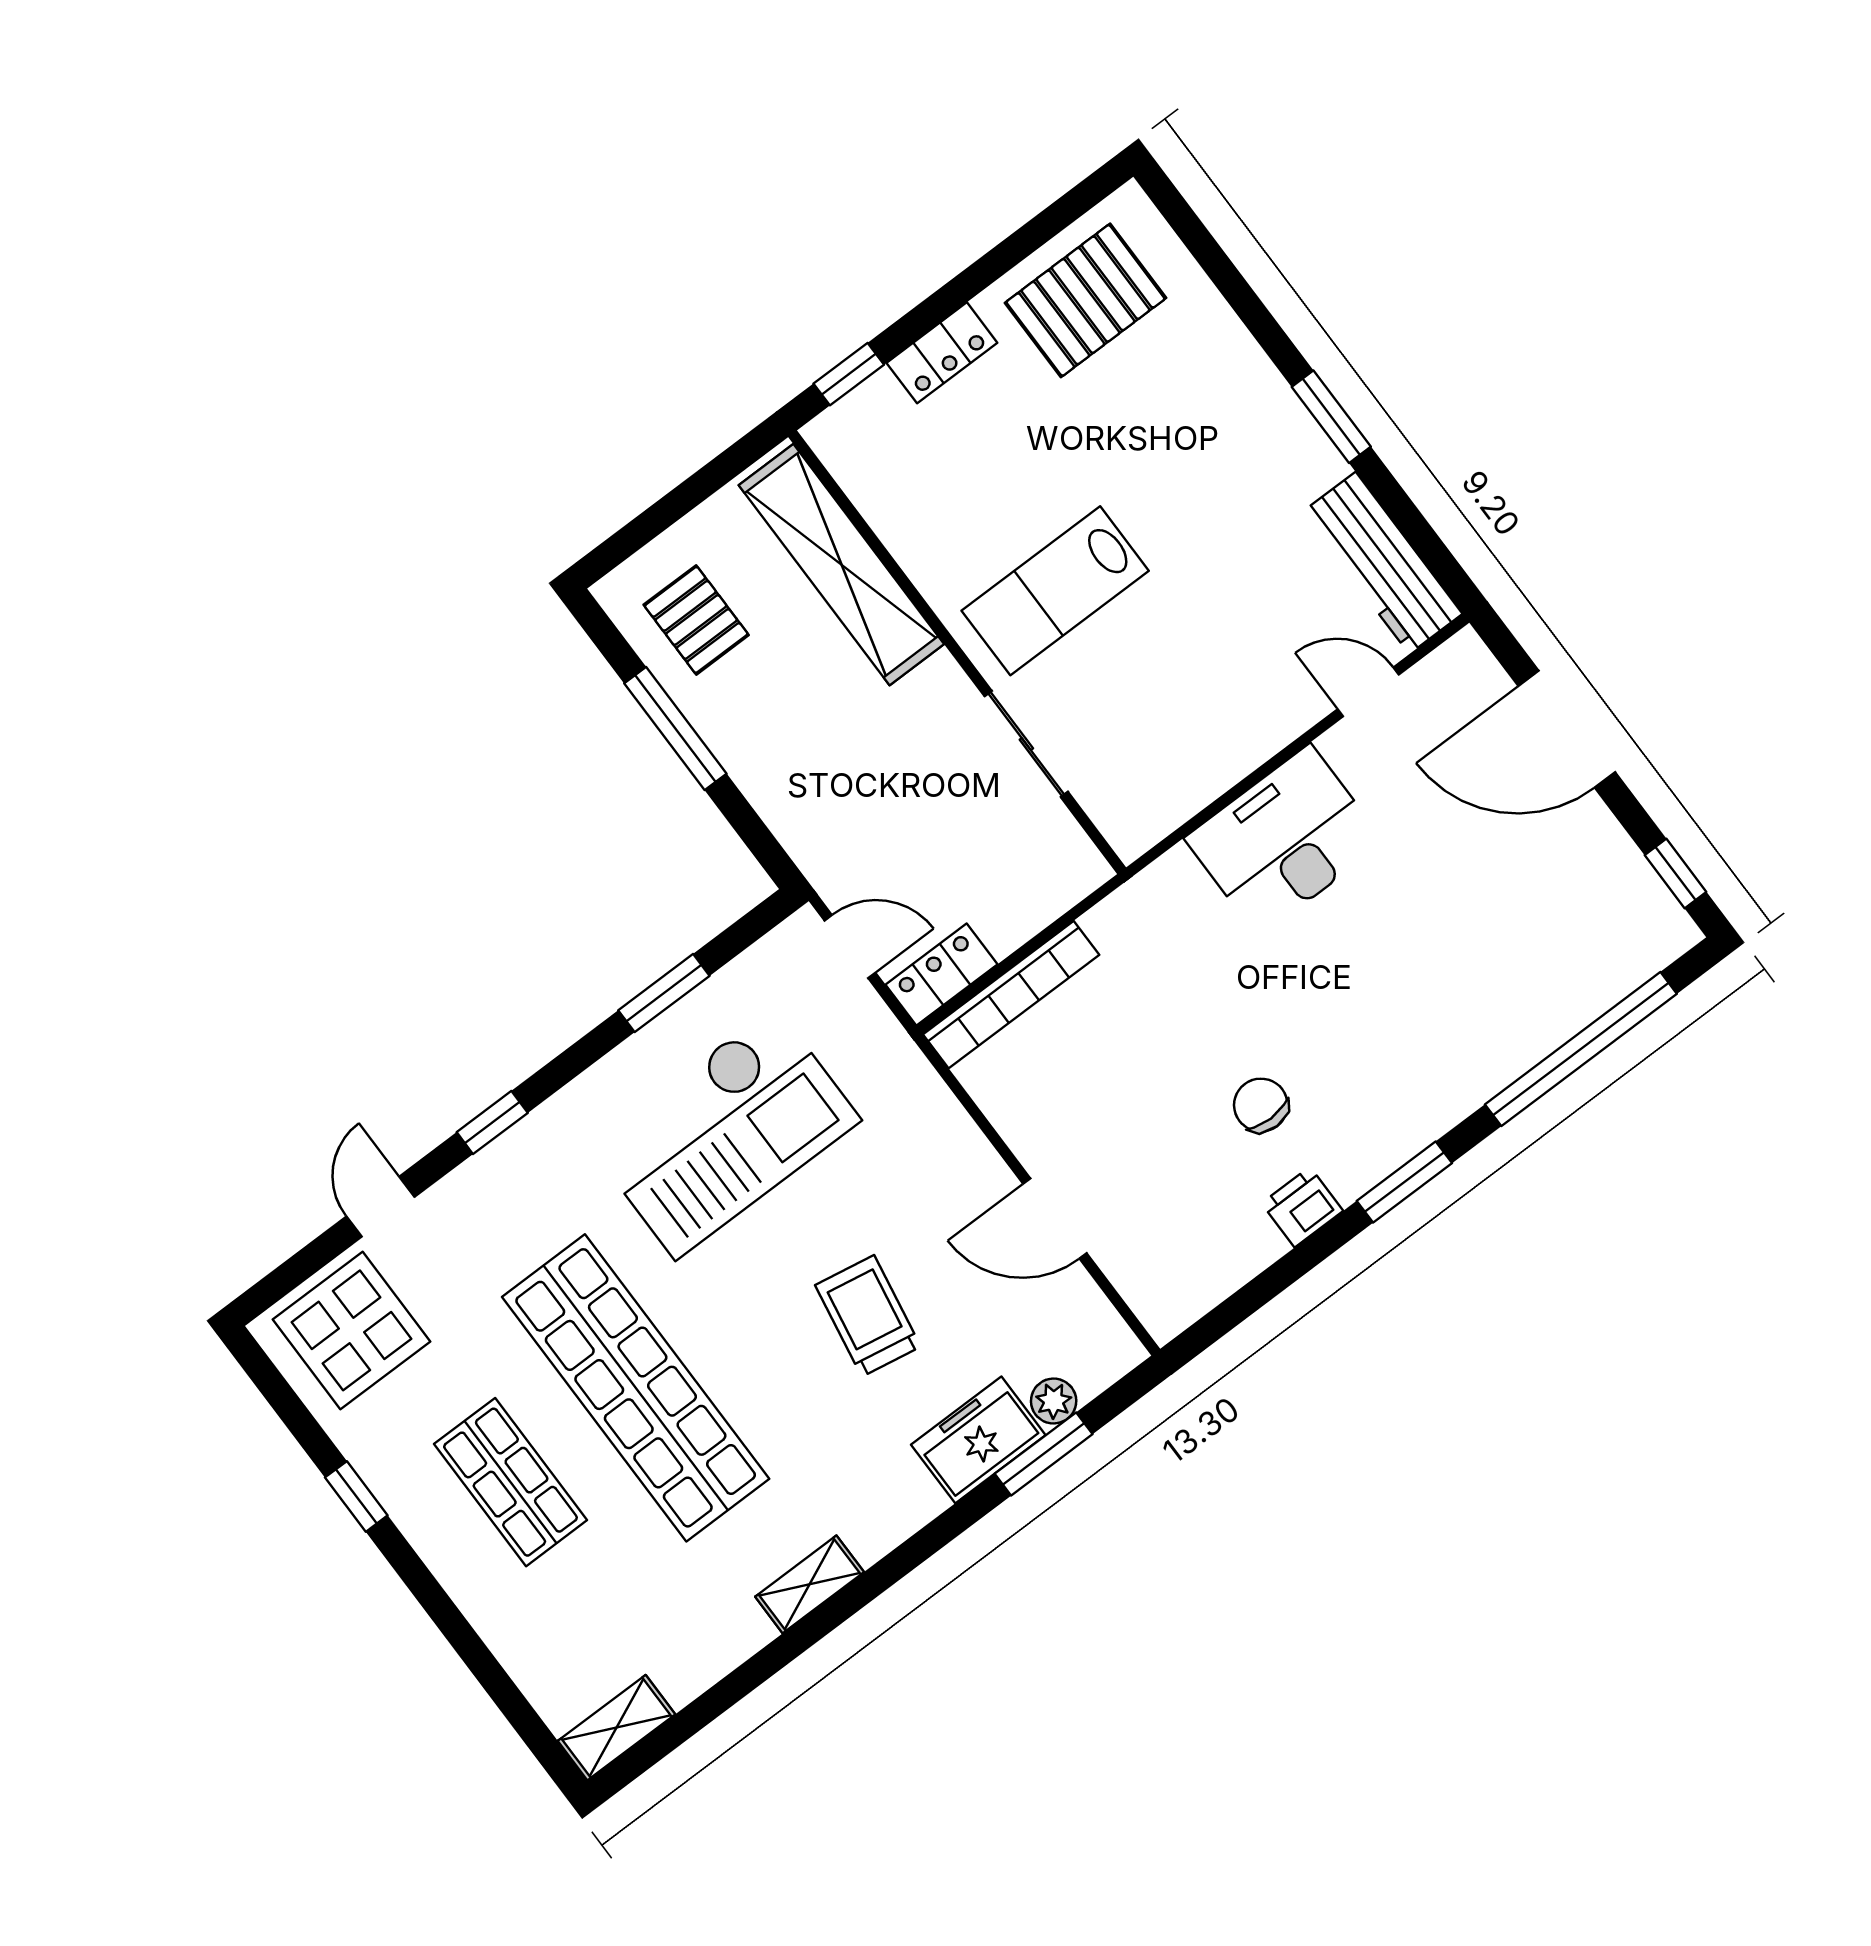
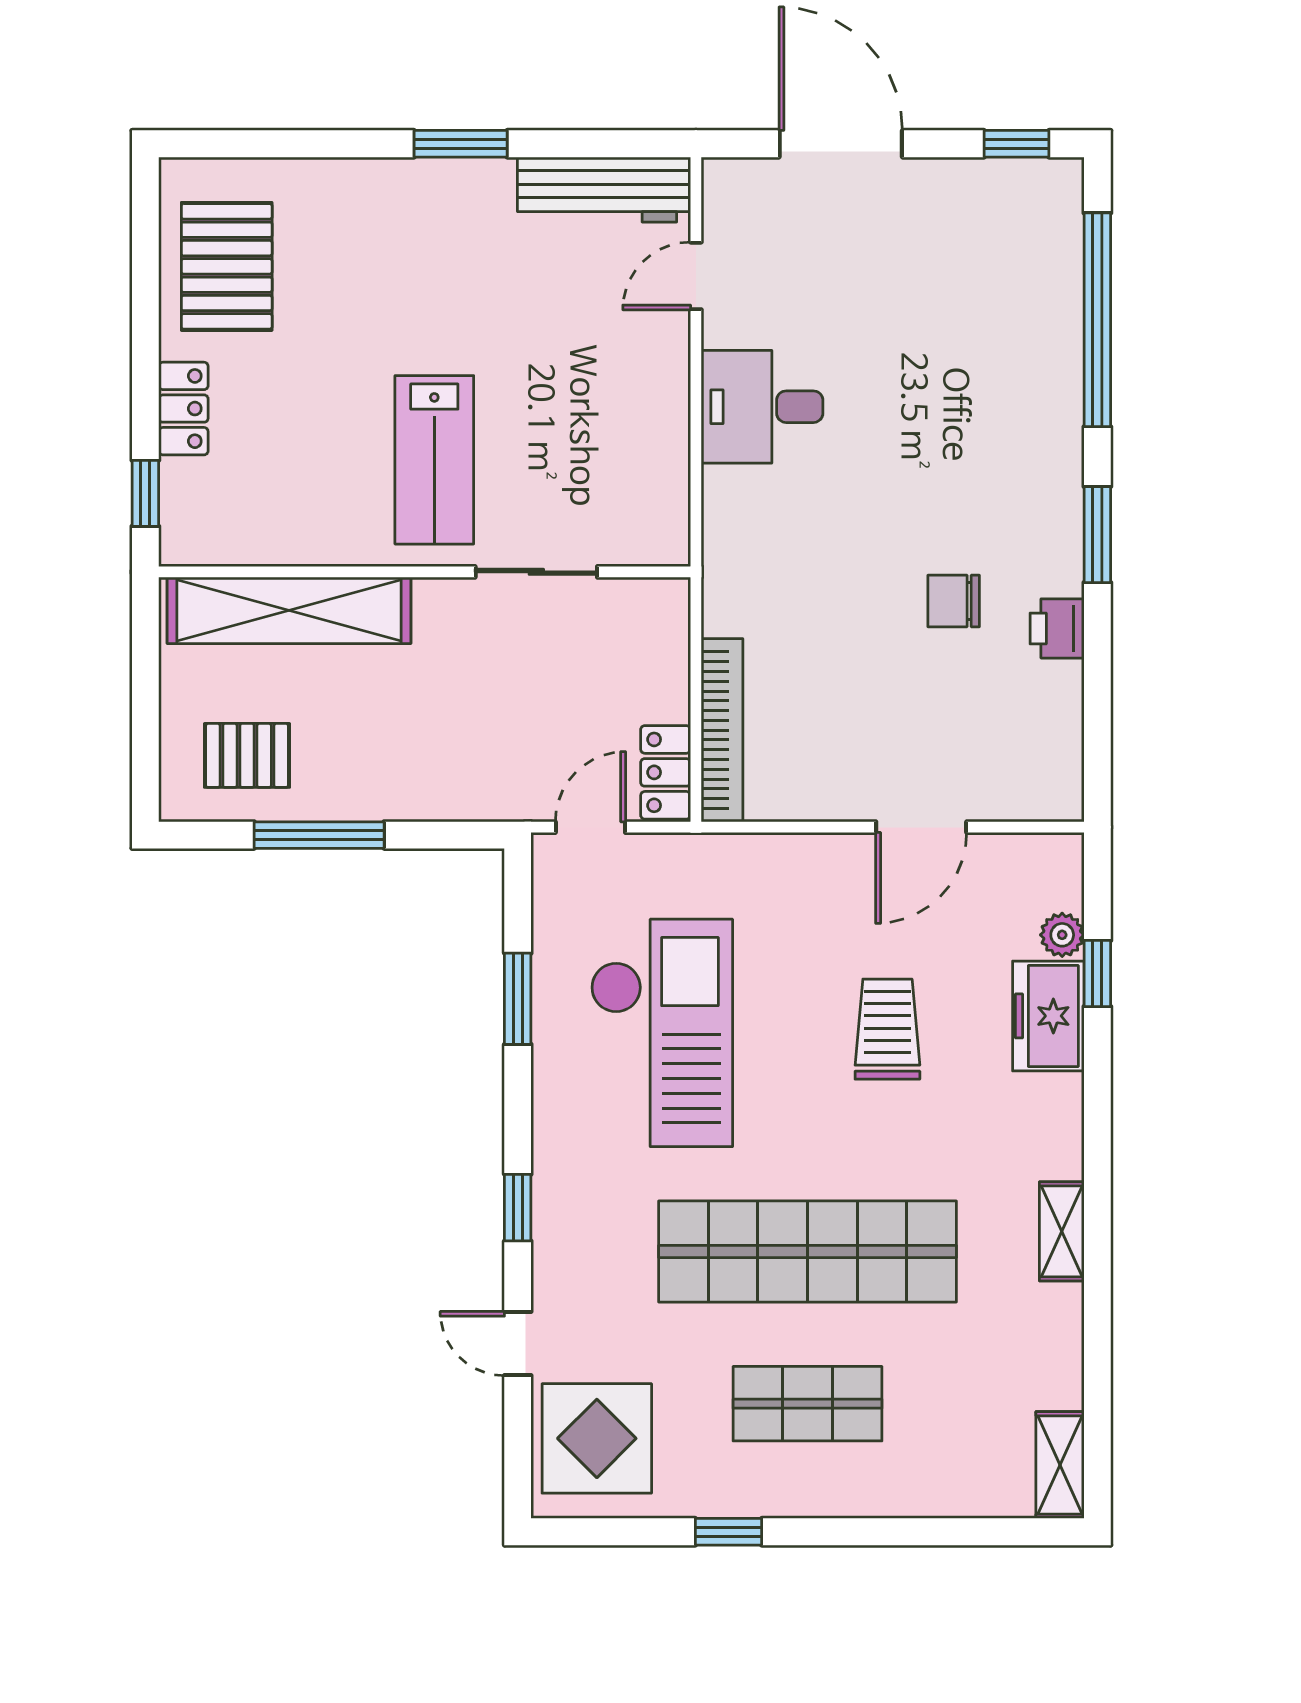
door: (1567, 729) -> (841, 144), swing flipped
desk: (1284, 840) -> (762, 407), width x0.73
trolley: (868, 1316) -> (887, 1029), turned 80
window: (1044, 1454) -> (1097, 974), width x0.67

